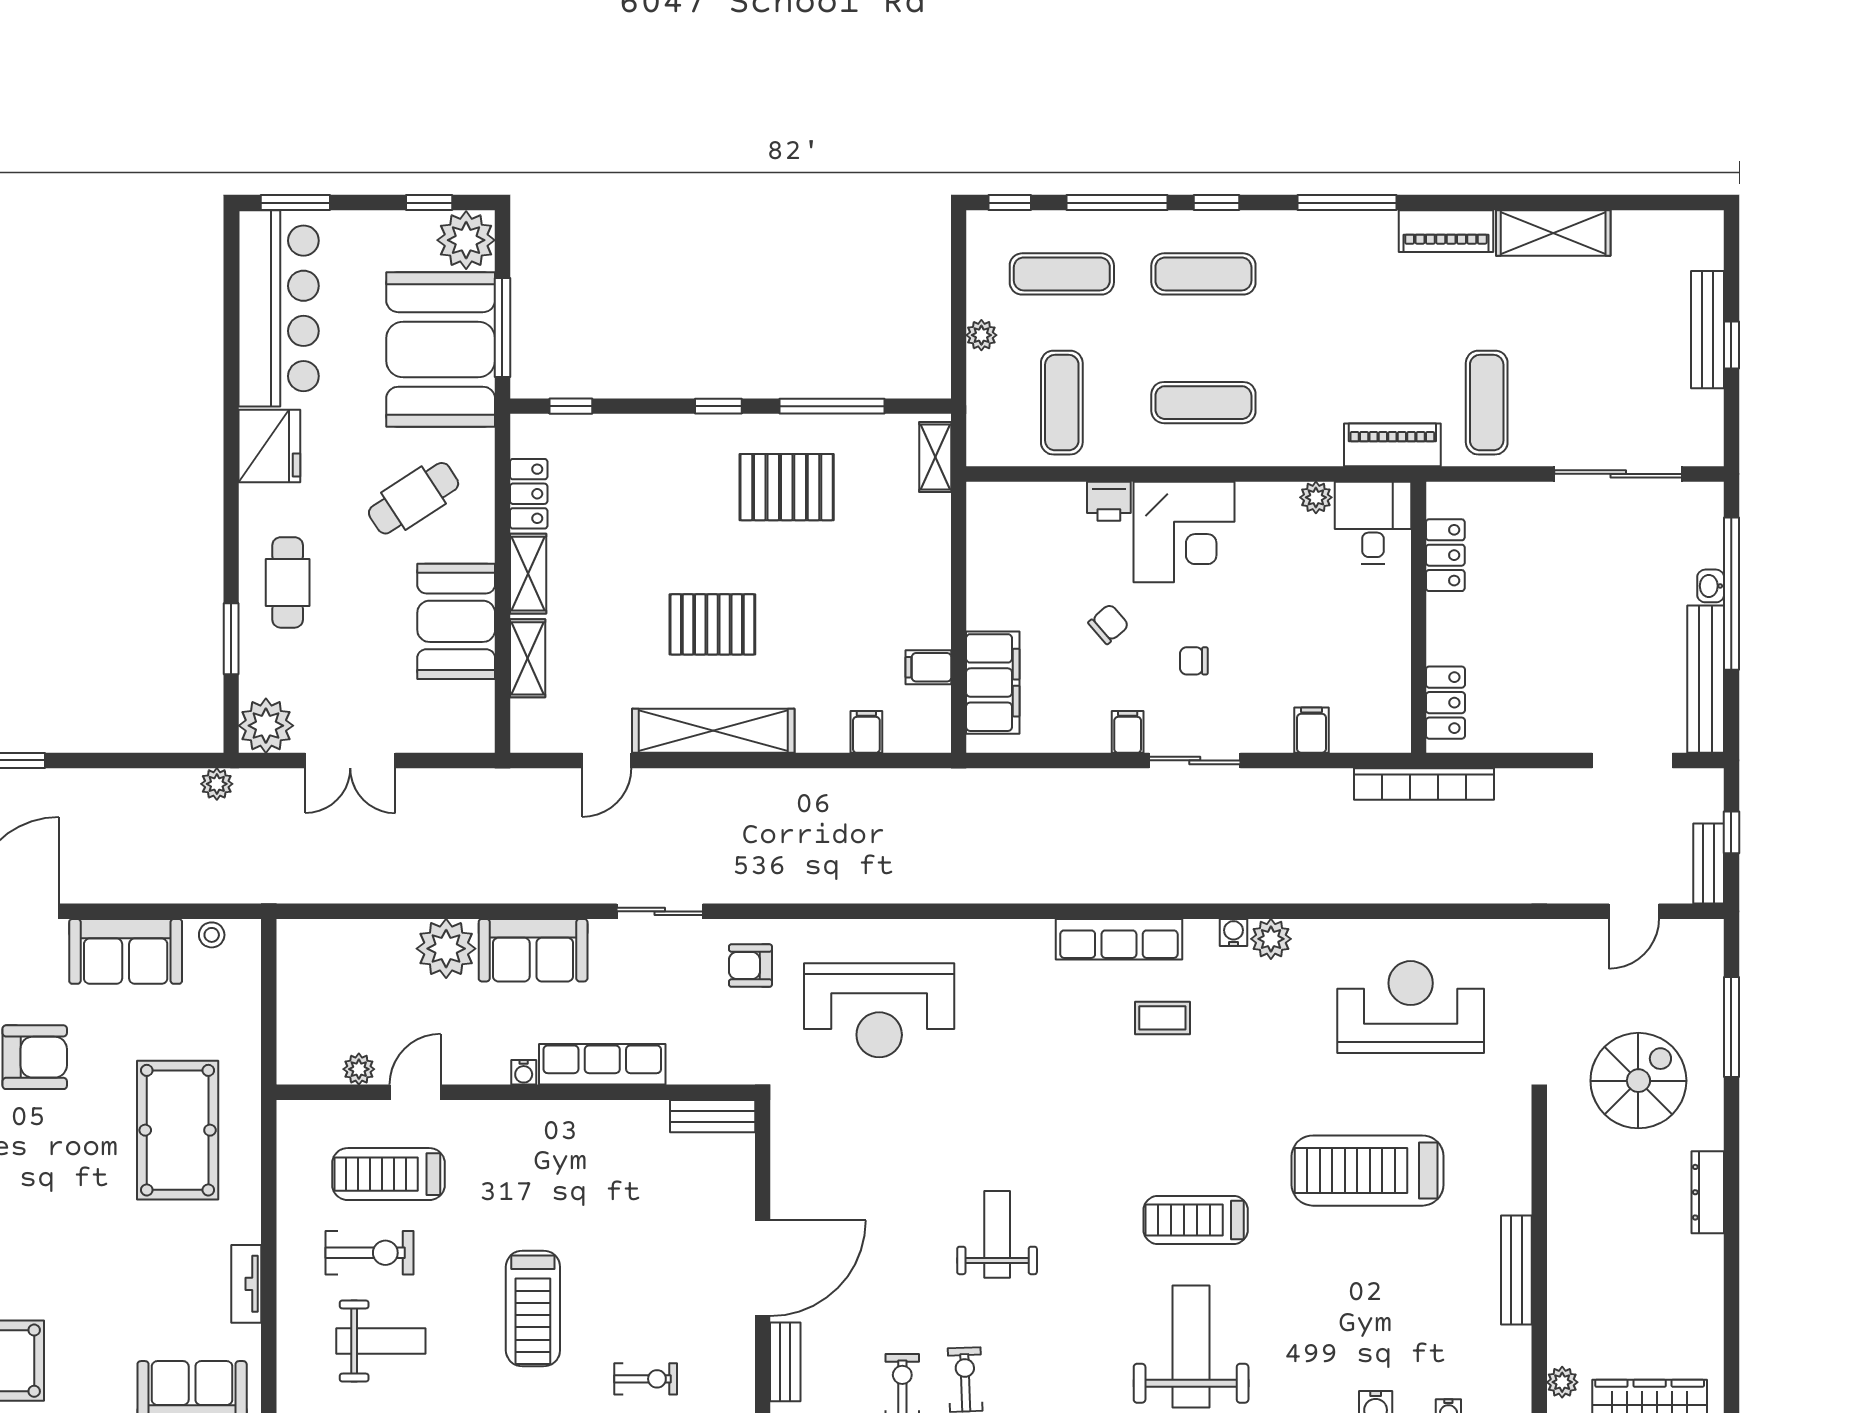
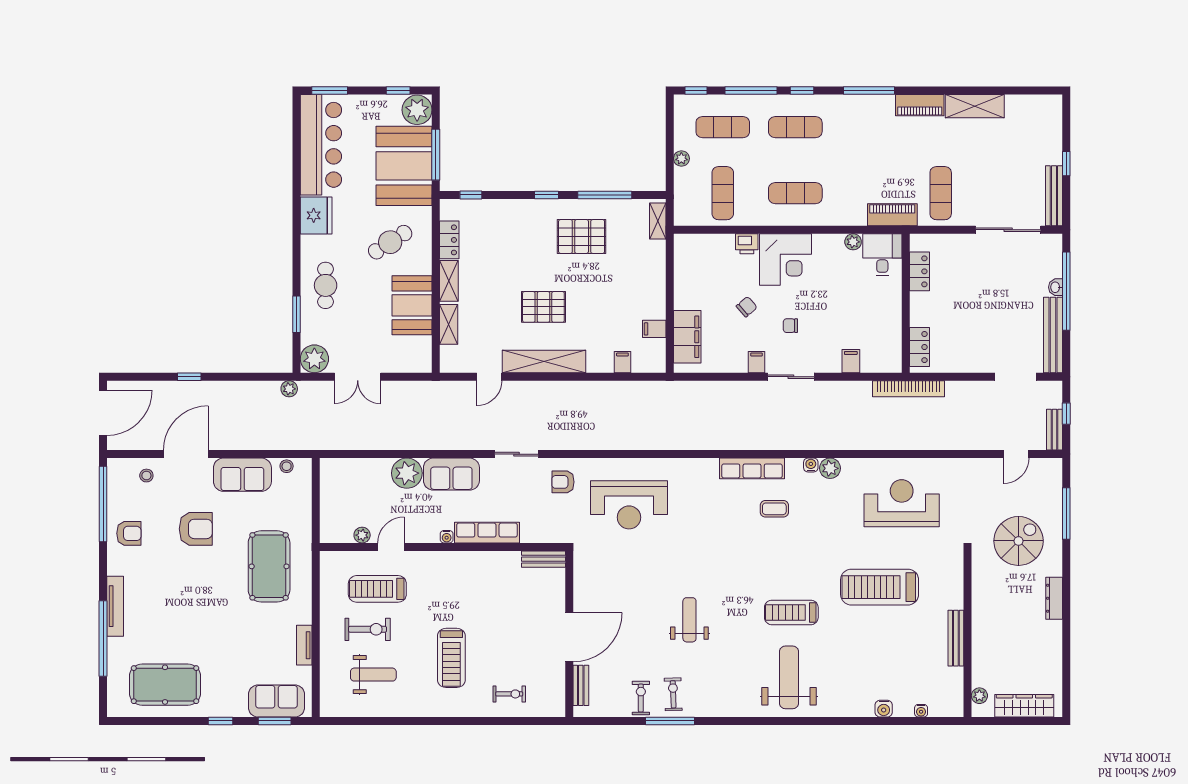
bench: (1707, 330) -> (1054, 196), moved

